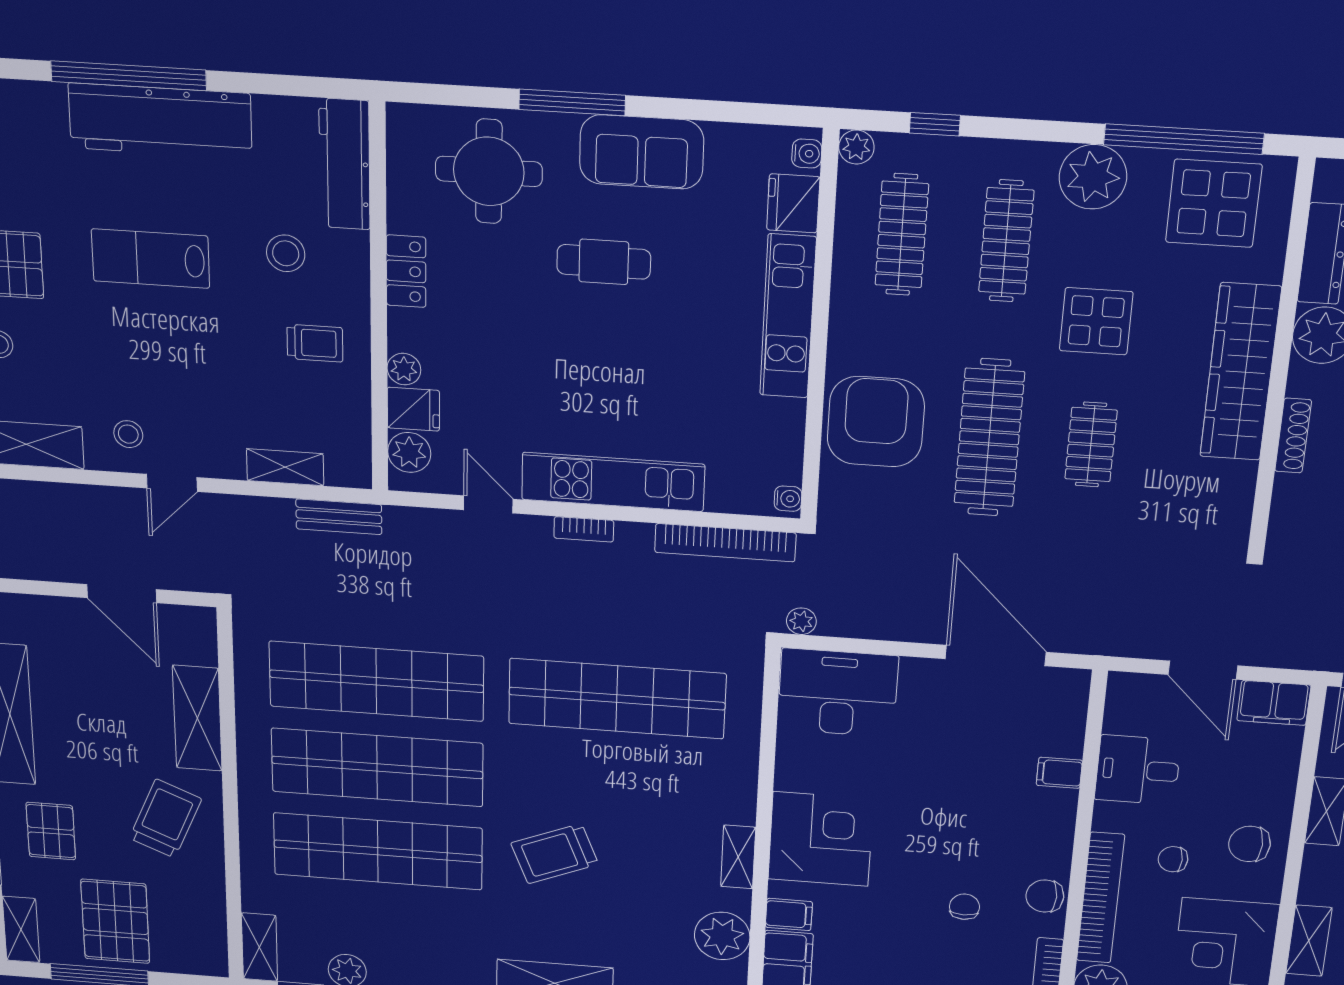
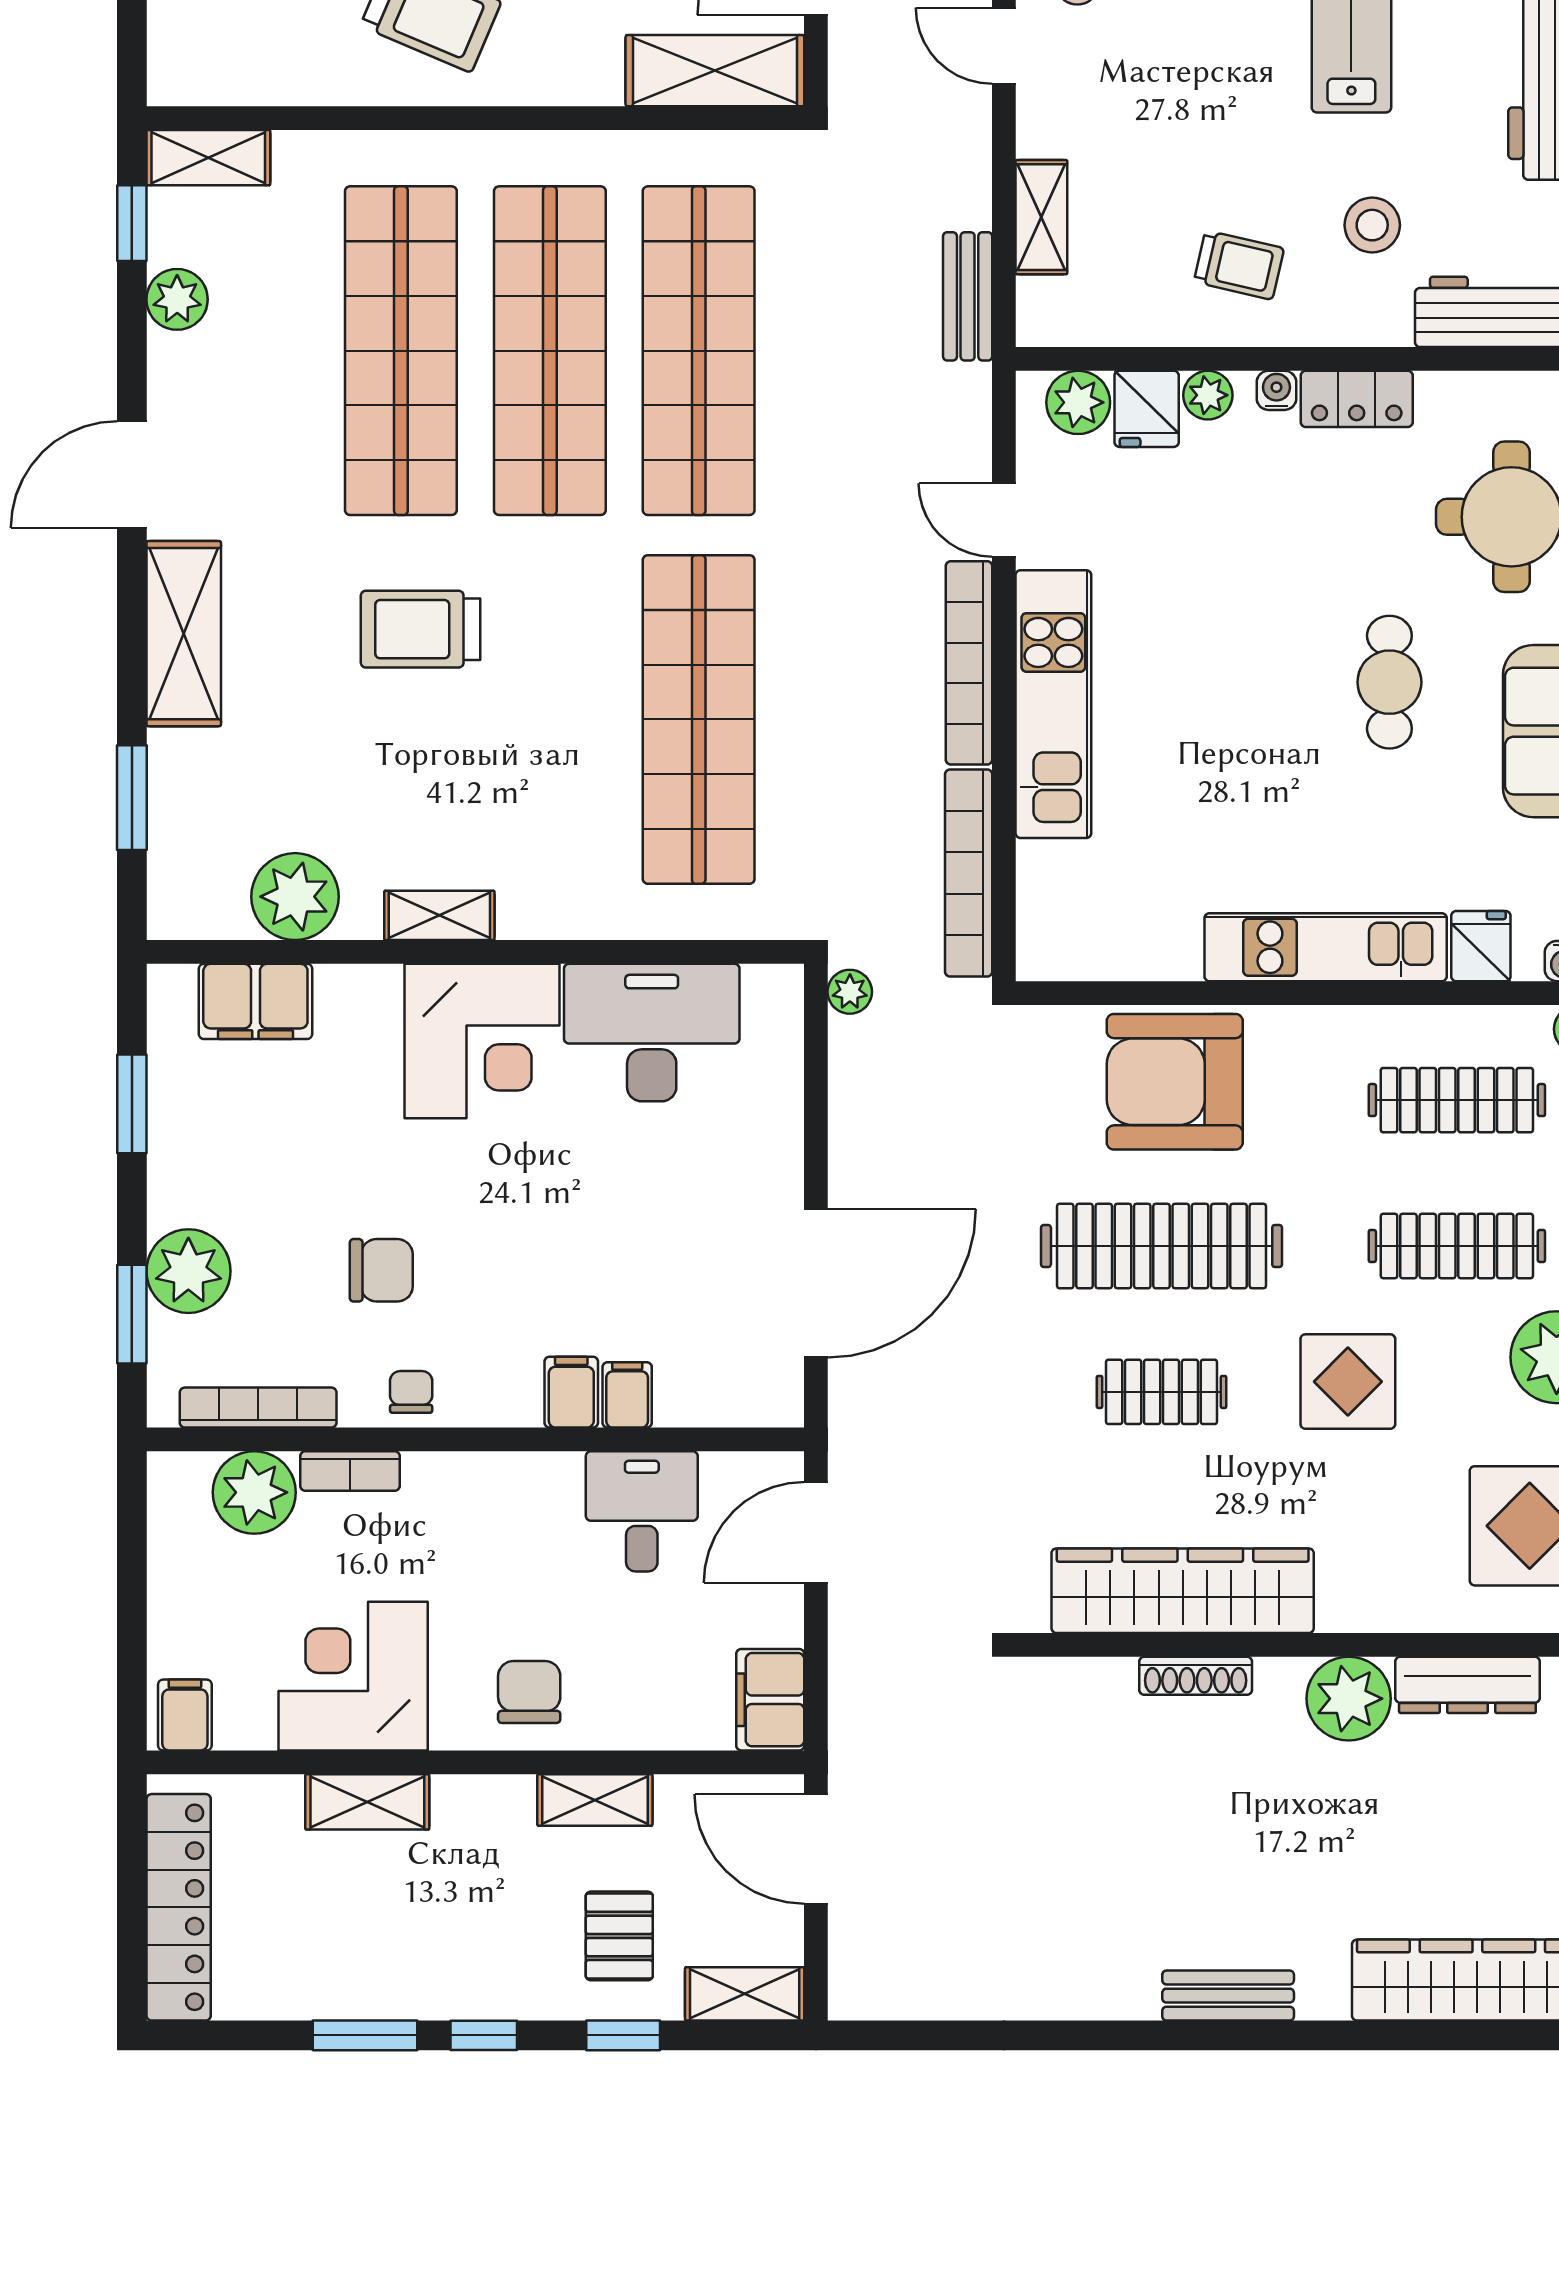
fridge: (793, 203) -> (1481, 946), width x0.72
trolley: (315, 343) -> (1239, 265), turned -77
wardrobe: (1240, 372) -> (1183, 1591), moved
armchair: (876, 422) -> (1175, 1082), turned 180
water cooler: (788, 499) -> (1276, 390), moved, turned 180
door: (488, 504) -> (1004, 520), swing flipped
bookcase: (584, 529) -> (969, 663), width x2.31, depth x1.31
door: (1203, 670) -> (816, 1532), moved
desk: (838, 693) -> (652, 1033), moved, turned -90
shelving: (197, 718) -> (715, 71), moved
trolley: (555, 854) -> (421, 629), turned -68
chair: (1173, 859) -> (493, 1580), removed
chair: (1045, 896) -> (411, 1392), width x0.73, depth x0.73
bookcase: (1100, 898) -> (350, 1471), width x0.43, depth x0.76
chair: (964, 907) -> (381, 1270), width x1.37, depth x1.37
filing cabinet: (789, 914) -> (571, 1392), moved, turned 180

